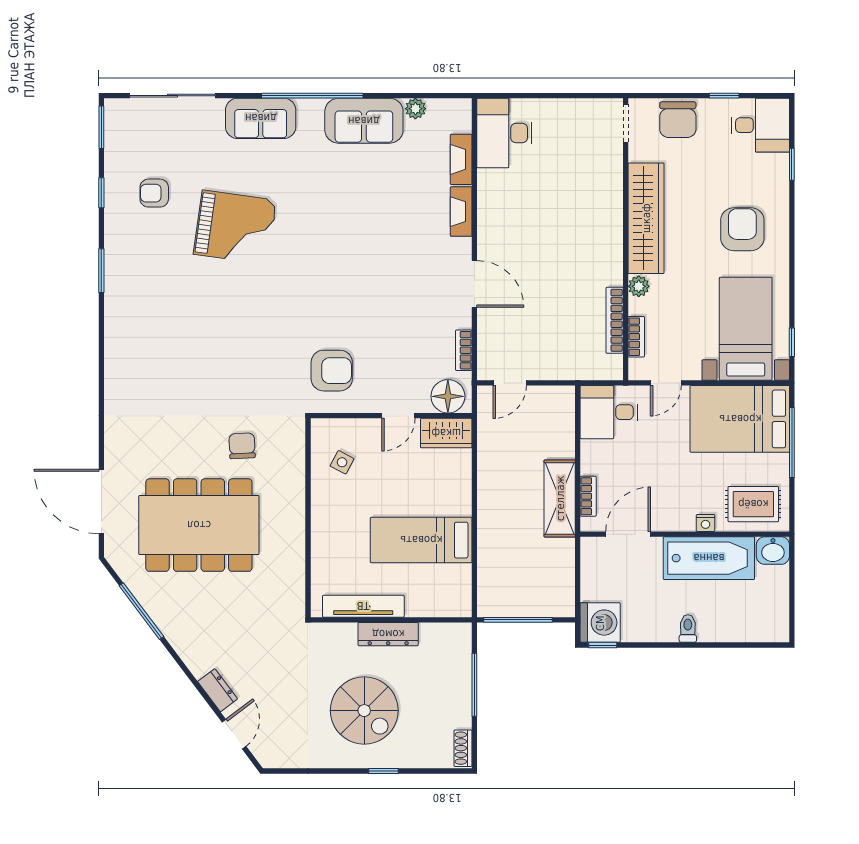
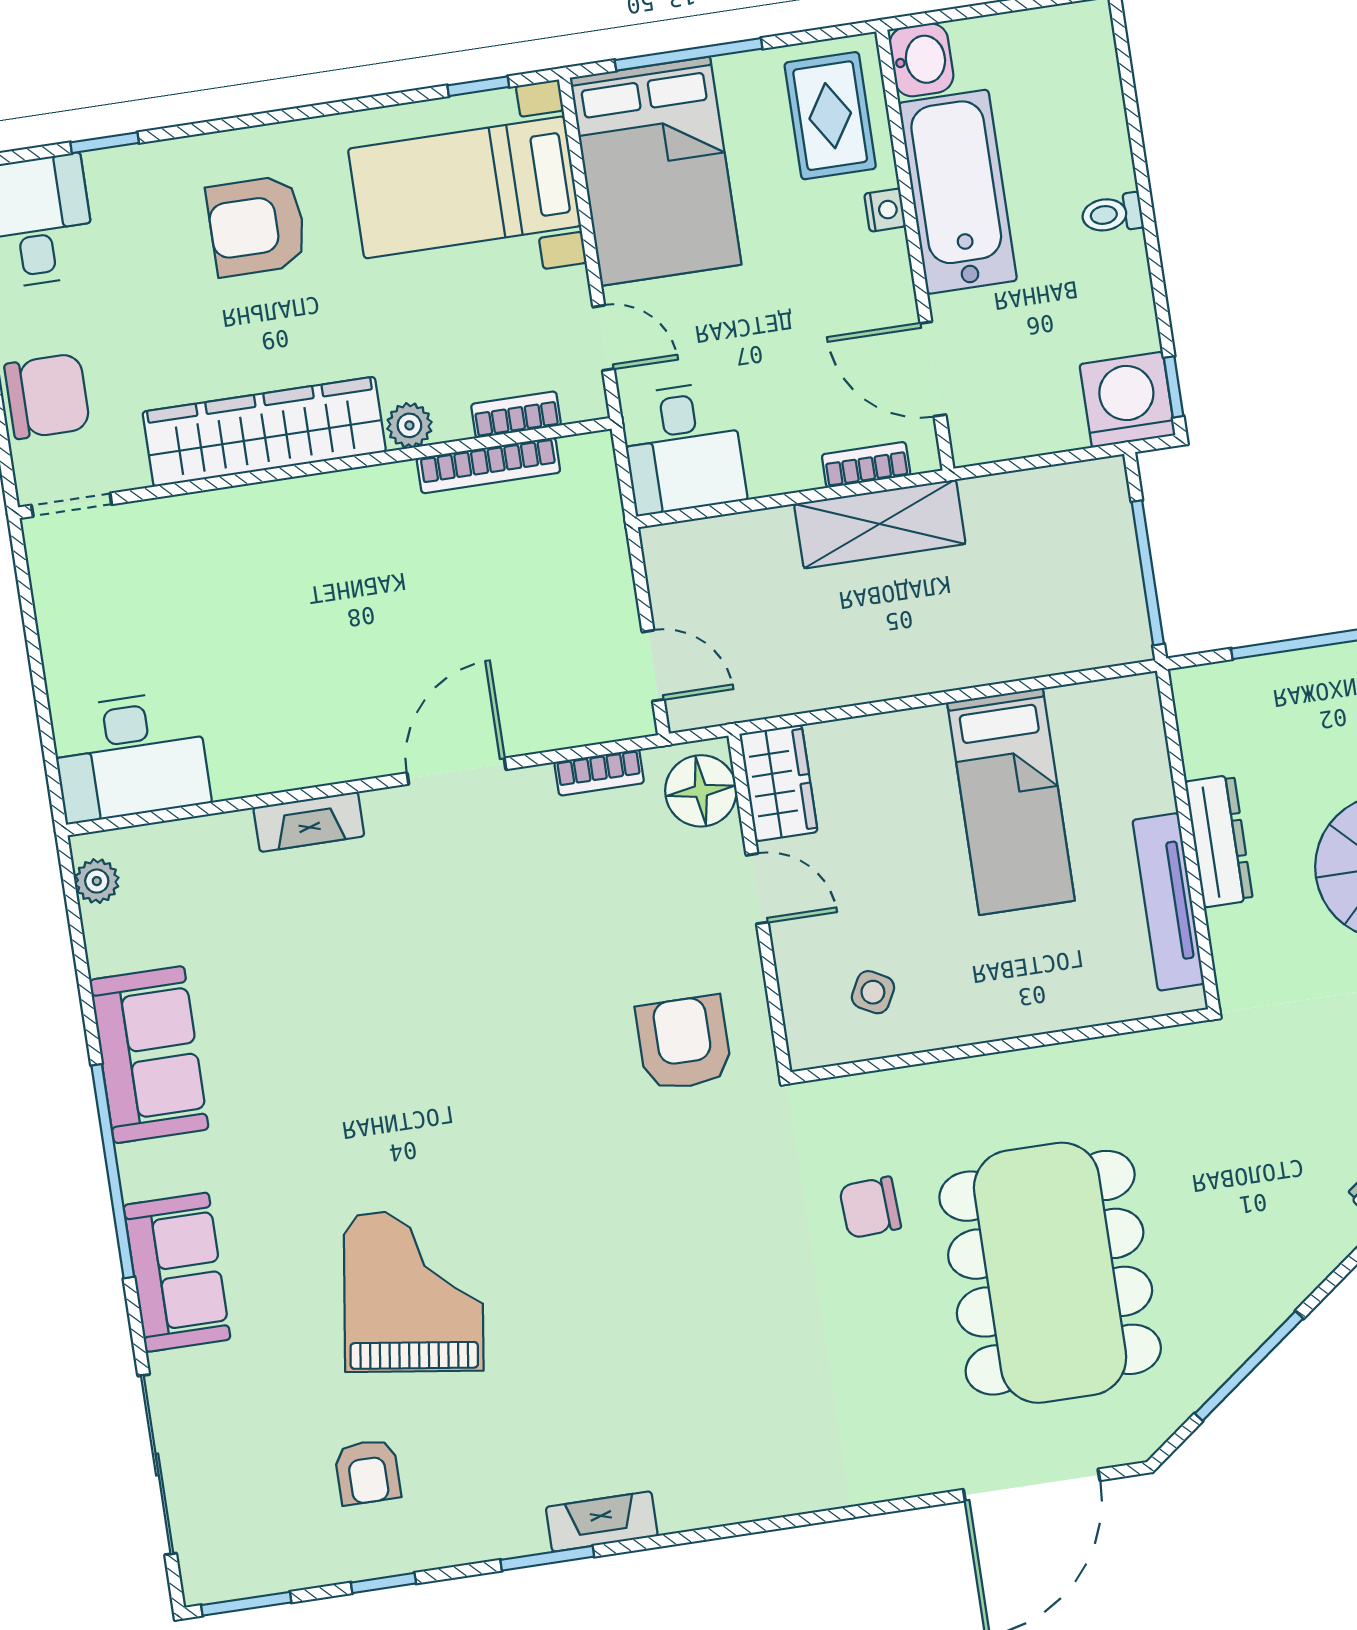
plant: (415, 109) -> (97, 881), moved
fireplace: (461, 159) -> (602, 1521), moved, turned 180

